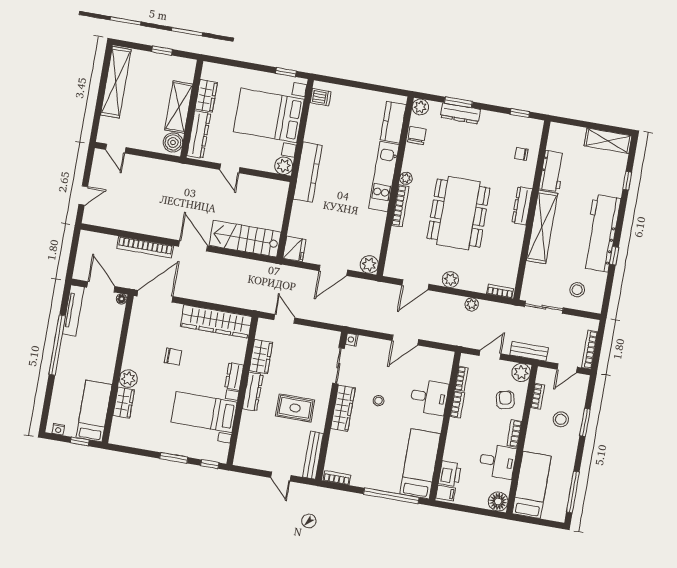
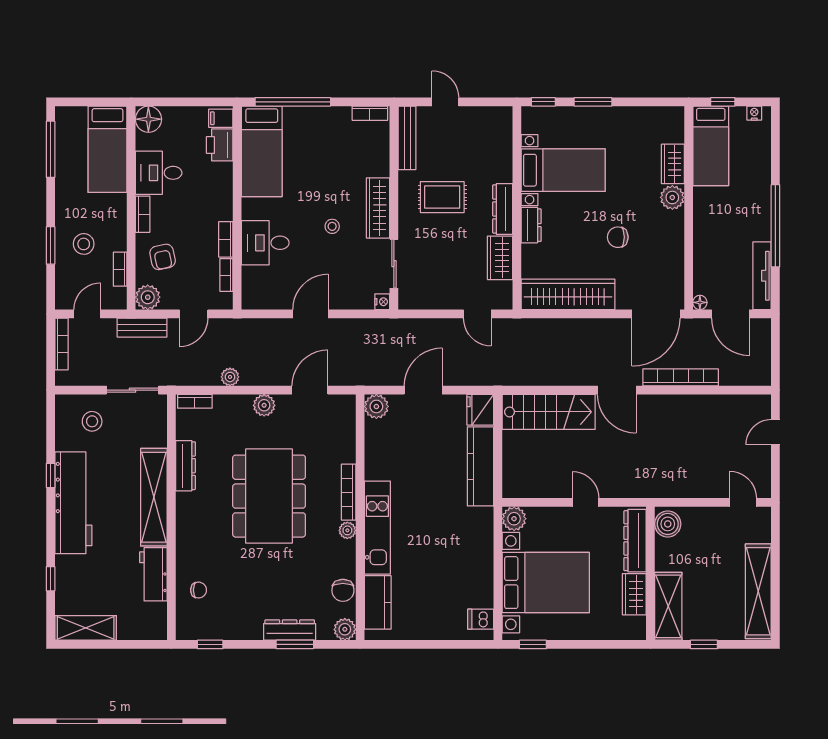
shelving: (179, 107) -> (668, 606), moved
kitchen counter: (308, 172) -> (480, 466), moved
dresser: (522, 206) -> (185, 466), moved

